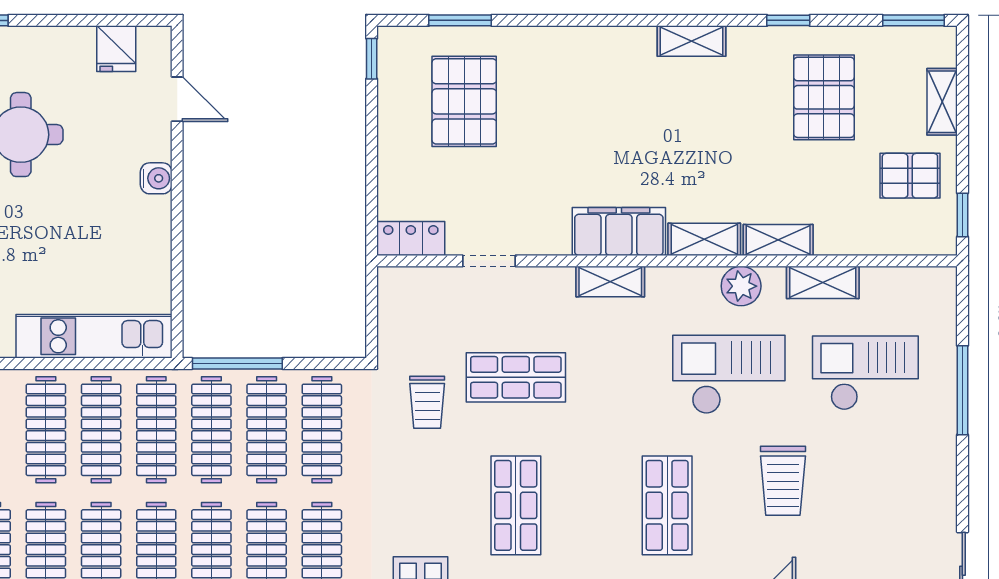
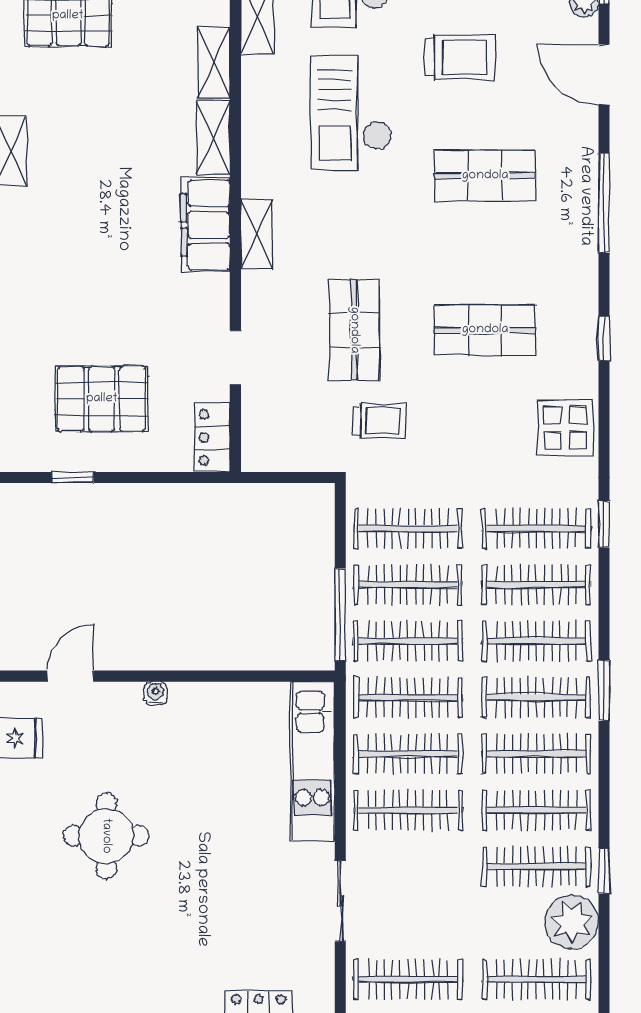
window: (372, 59) -> (73, 477), moved
pallet: (464, 101) -> (102, 399), moved
water cooler: (156, 178) -> (155, 693), width x0.72, depth x0.72
plant: (741, 286) -> (261, 100), removed

